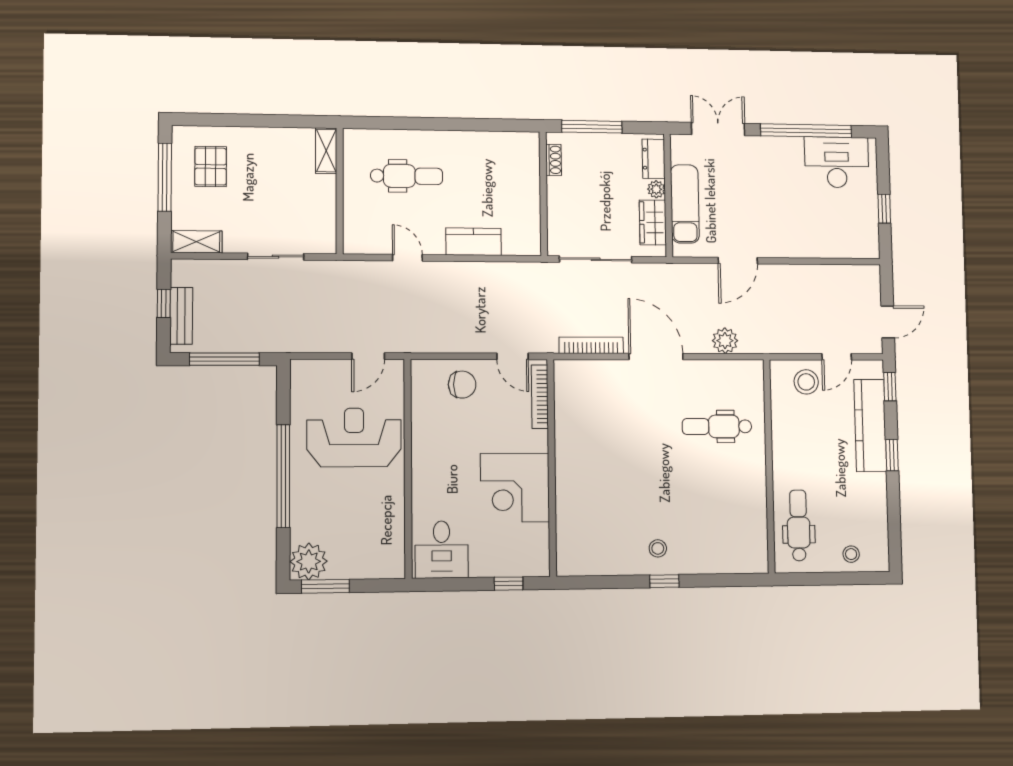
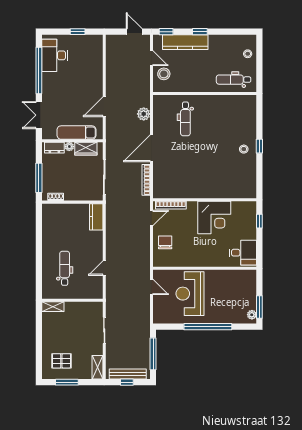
window: (165, 177) -> (67, 382), width x0.69
kitchen counter: (474, 242) -> (96, 217), moved
door: (738, 261) -> (104, 107), swing flipped
bench: (181, 316) -> (128, 374), width x1.36
plant: (309, 561) -> (252, 315), width x0.53, depth x0.53

